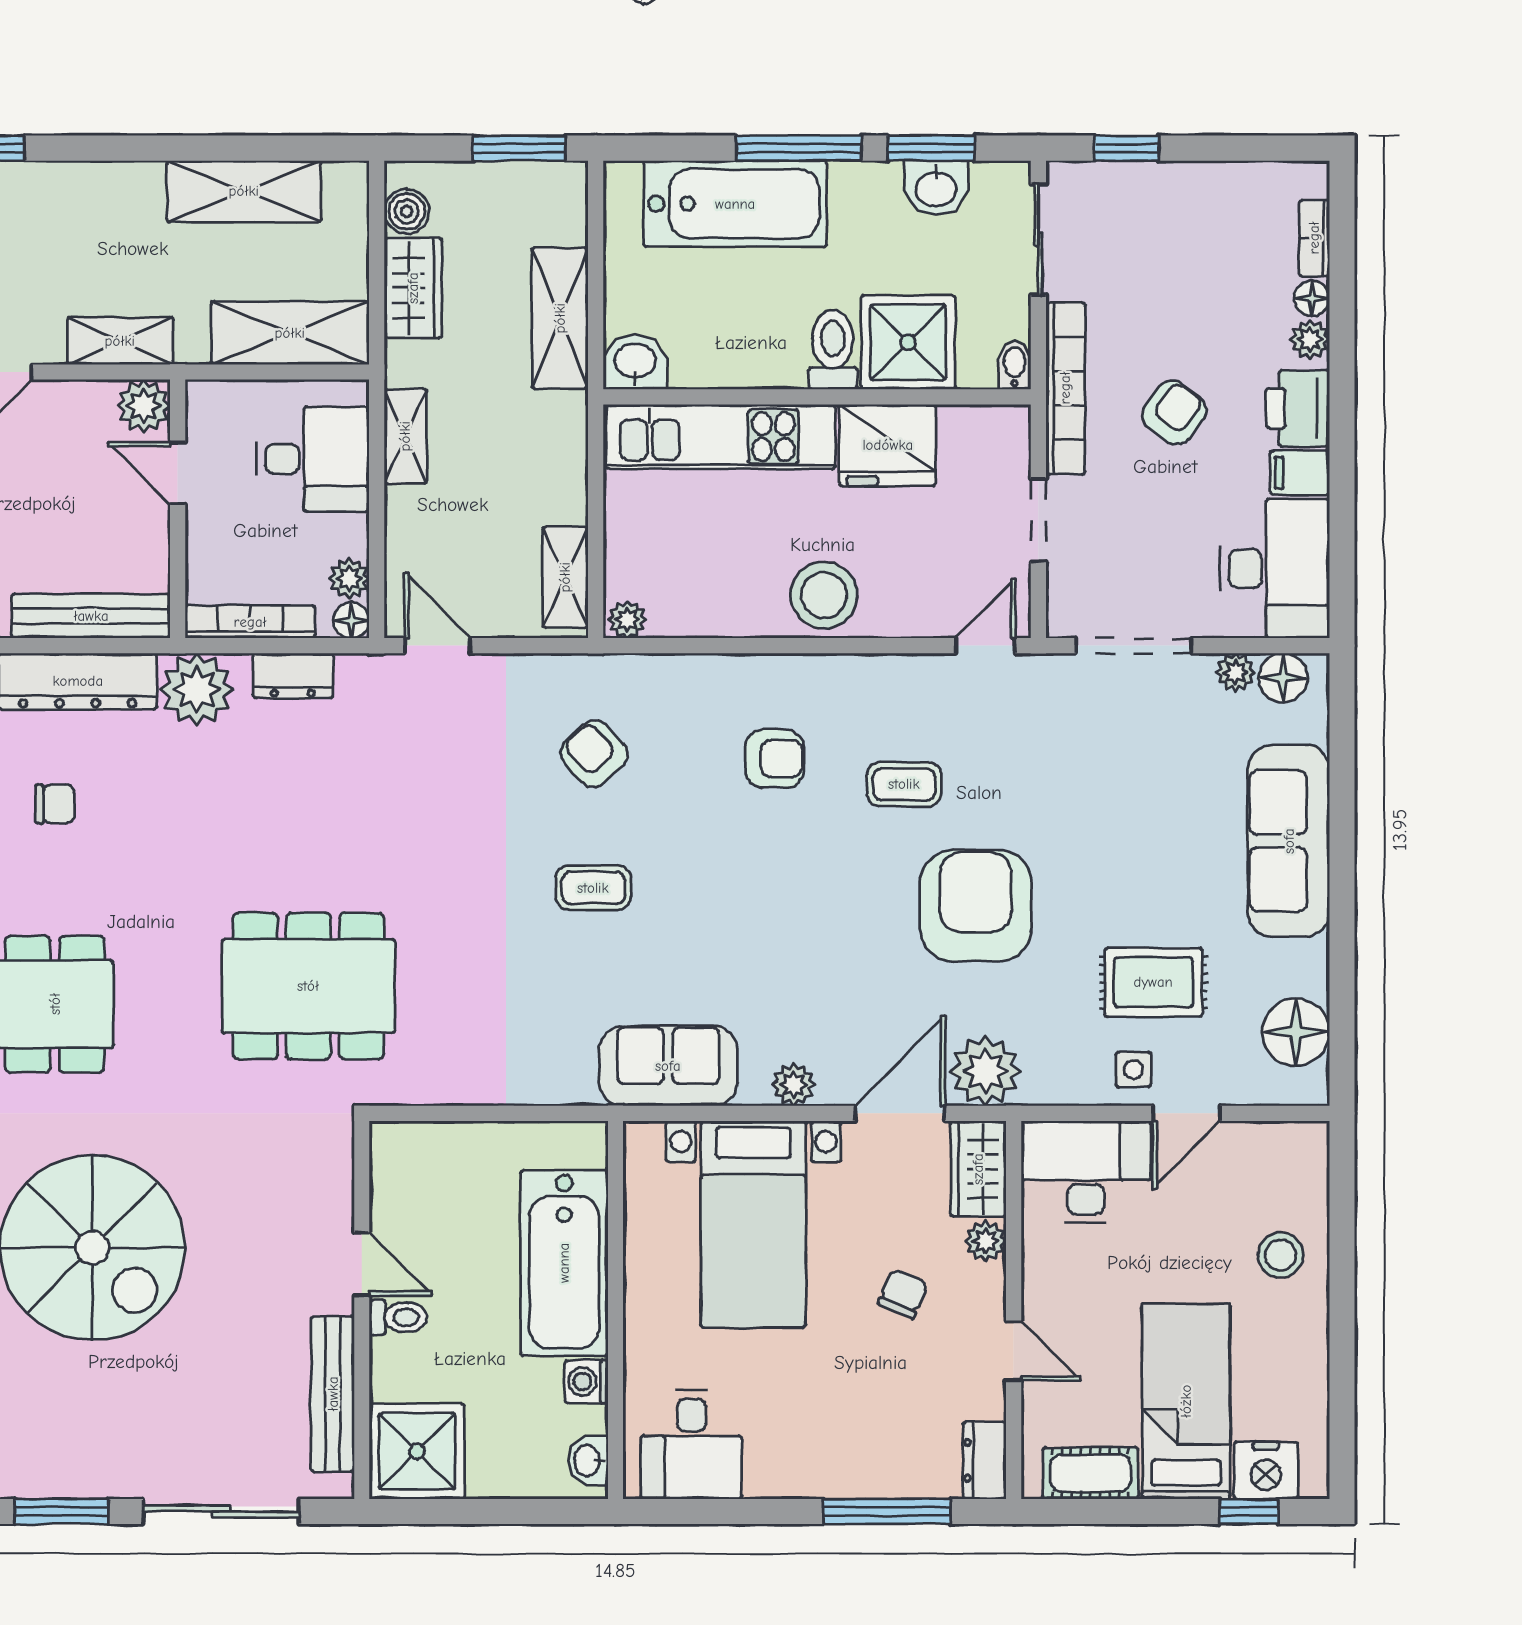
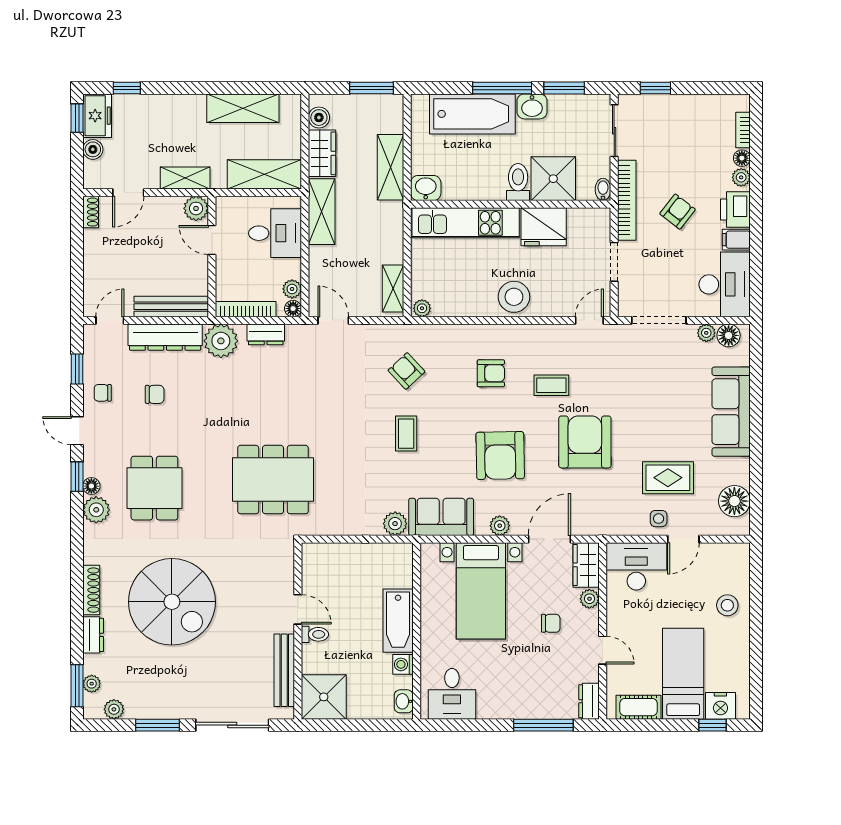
washbasin: (936, 188) -> (532, 106), moved
shelving: (405, 436) -> (322, 212), width x1.50, depth x1.33
coffee table: (593, 888) -> (406, 434), turned 90
armchair: (794, 935) -> (500, 455), added
plant: (986, 1071) -> (395, 524), moved, width x0.73, depth x0.73
bathtub: (564, 1263) -> (398, 621), width x0.73, depth x0.73
chair: (903, 1294) -> (551, 623), turned 67

